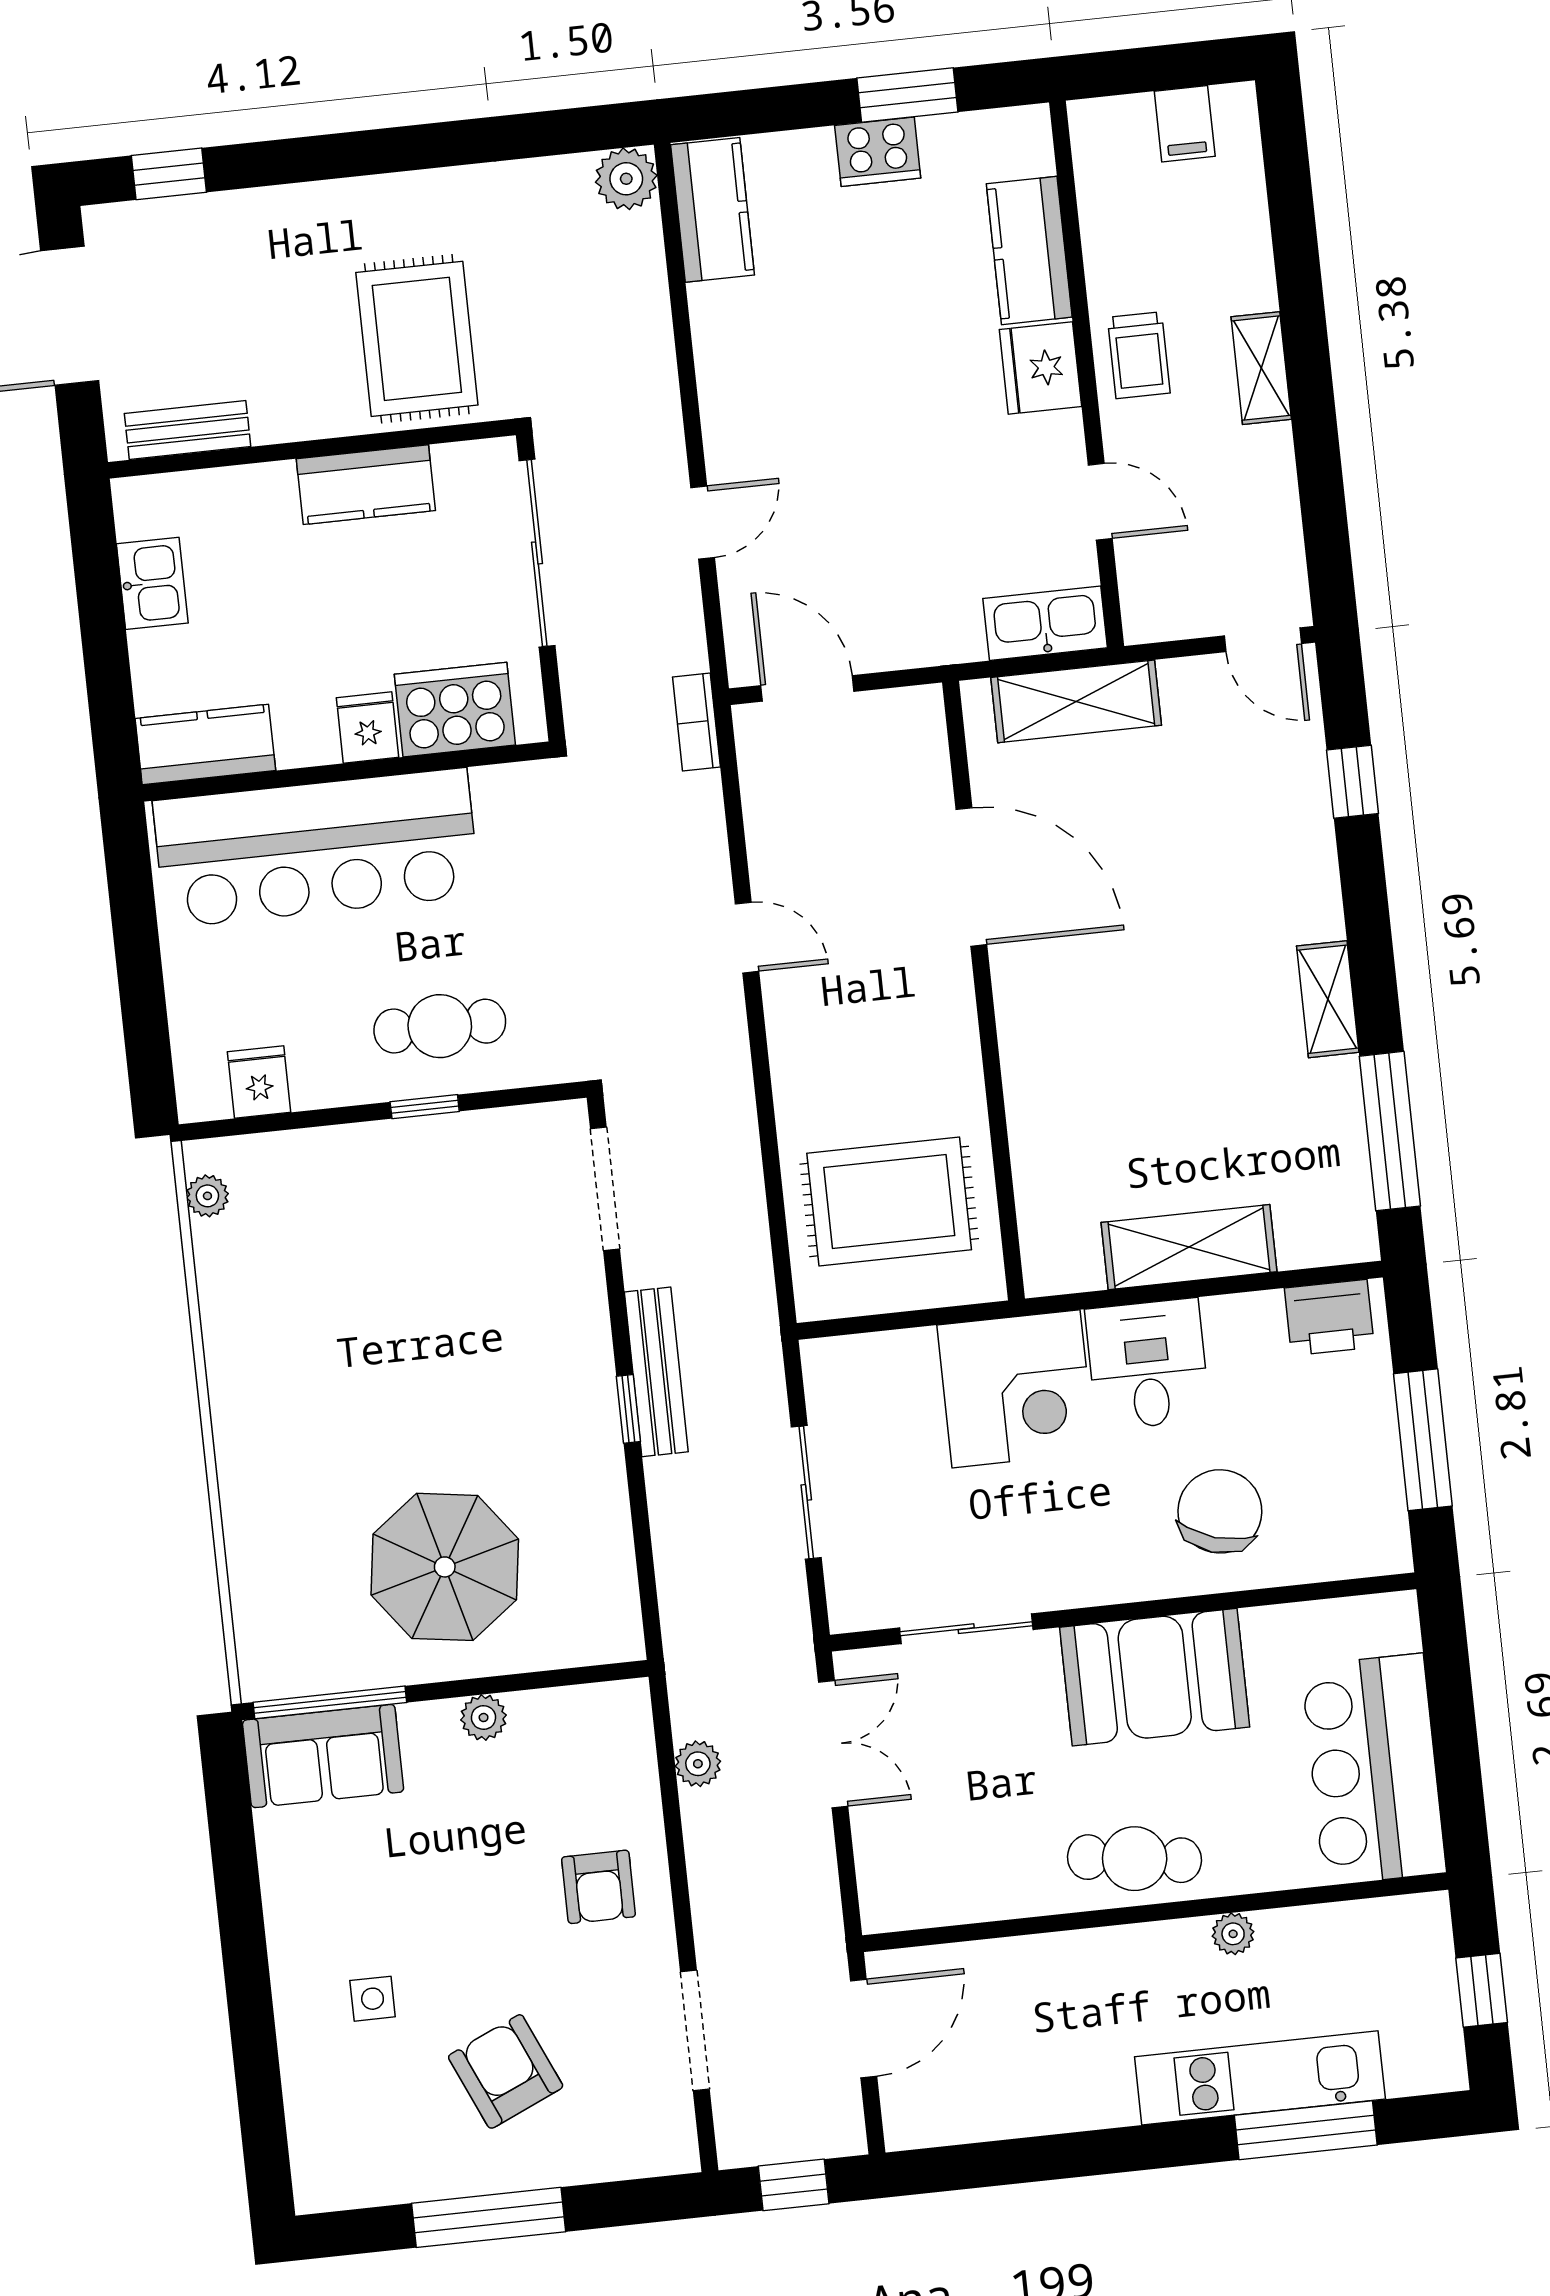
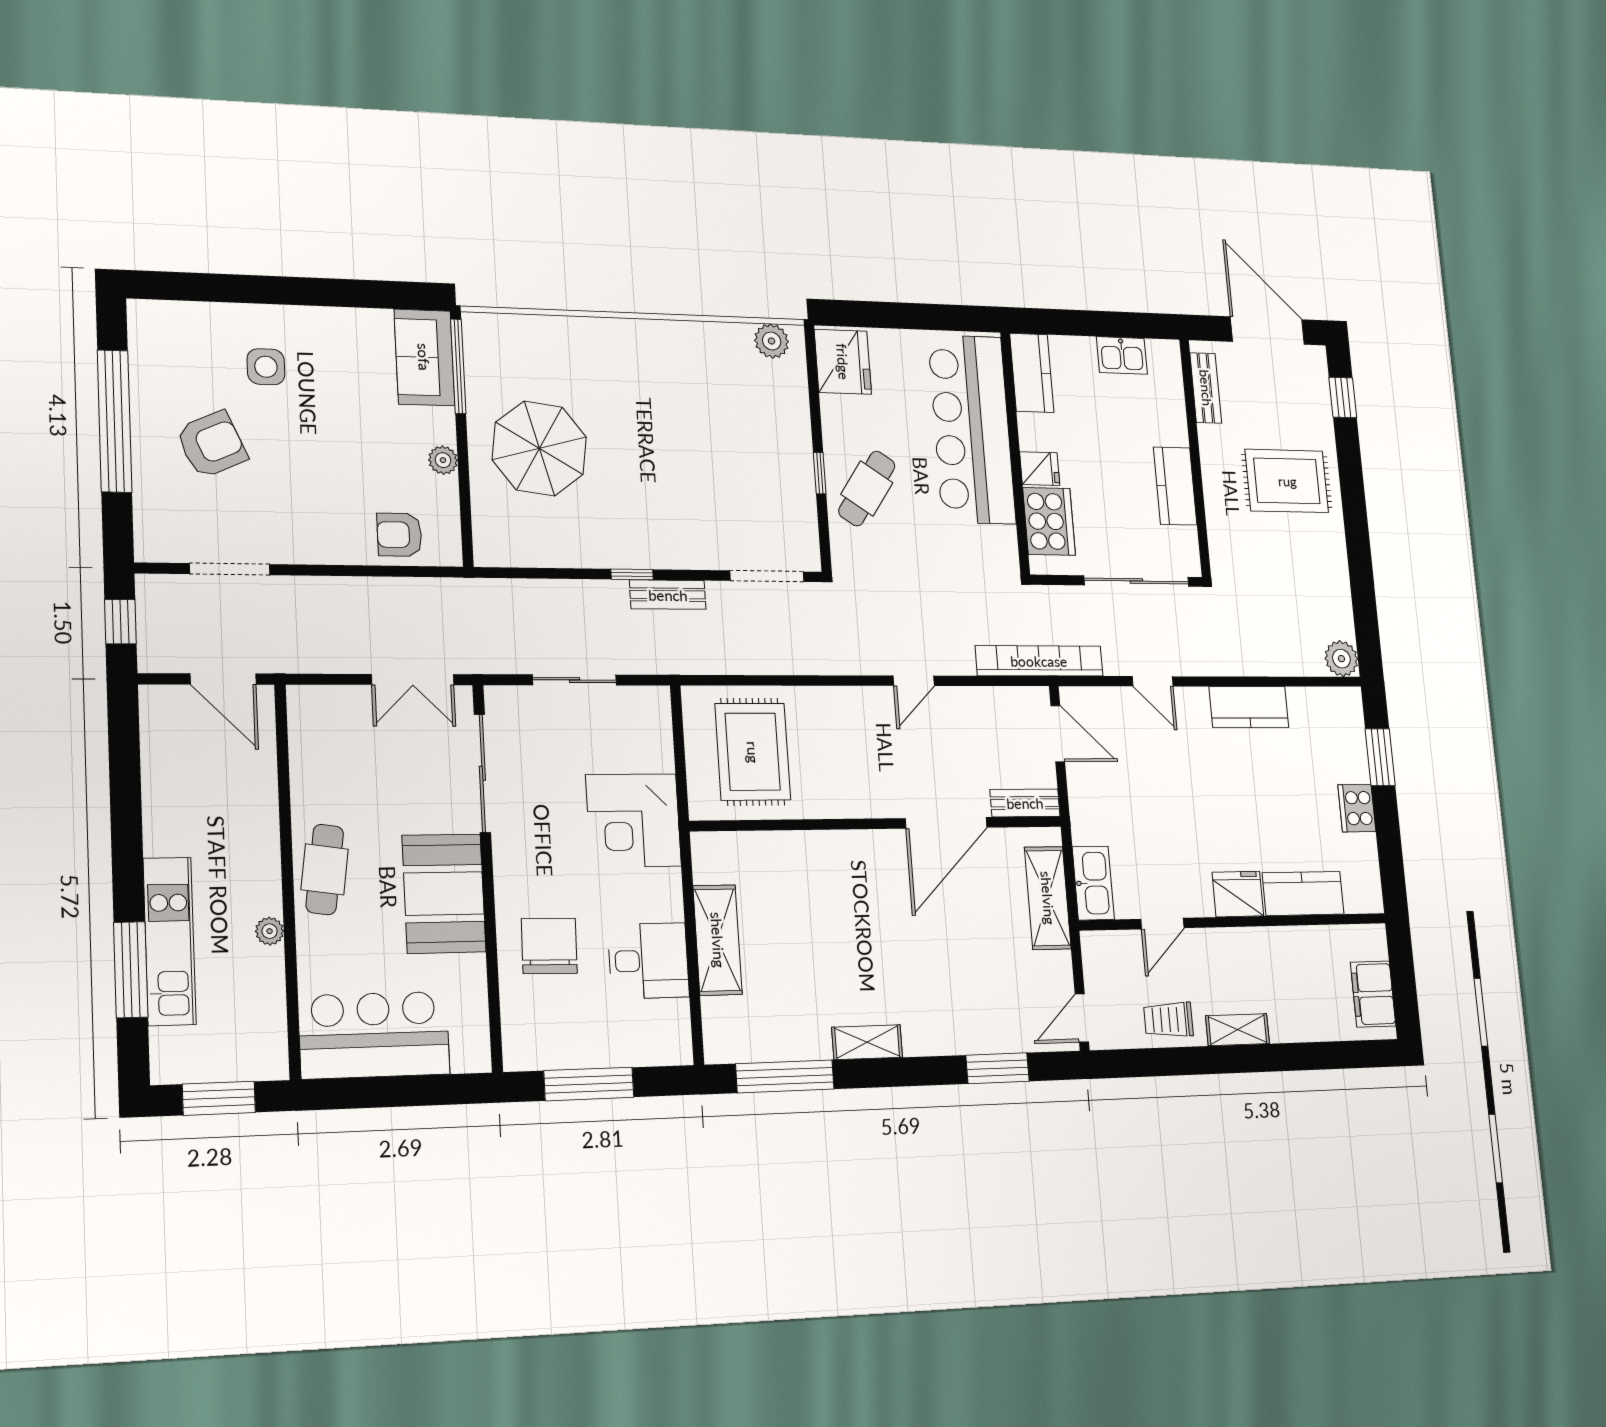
window: (907, 95) -> (1380, 757), moved
filing cabinet: (1185, 124) -> (1373, 994), width x2.00
kitchen counter: (712, 210) -> (1249, 707), moved
rug: (417, 339) -> (1287, 481), moved
trolley: (1139, 355) -> (1168, 1020), moved
door: (807, 688) -> (1058, 734), hinge flipped
bookcase: (696, 722) -> (1039, 661), width x2.31, depth x1.31
bench: (926, 743) -> (1025, 803), added
window: (1353, 782) -> (997, 1068), width x1.50
cafe table: (440, 1026) -> (867, 488), turned 34
fridge: (259, 1082) -> (843, 362), width x1.88, depth x1.34
plant: (207, 1196) -> (772, 341), width x1.38, depth x1.38
printer: (1329, 1318) -> (670, 1028), removed
desk: (1148, 1364) -> (648, 961), moved
bench: (656, 1372) -> (668, 595), width x0.73
chair: (1220, 1511) -> (549, 946), turned -106
sliding door: (966, 1629) -> (482, 773), width x1.37
plant: (698, 1764) -> (405, 591), removed
armchair: (599, 1887) -> (399, 535), moved
window: (1482, 1990) -> (219, 1098), width x1.50
side table: (373, 1999) -> (266, 367), width x1.37, depth x1.37
window: (489, 2217) -> (115, 421), width x1.46

